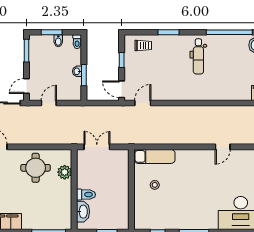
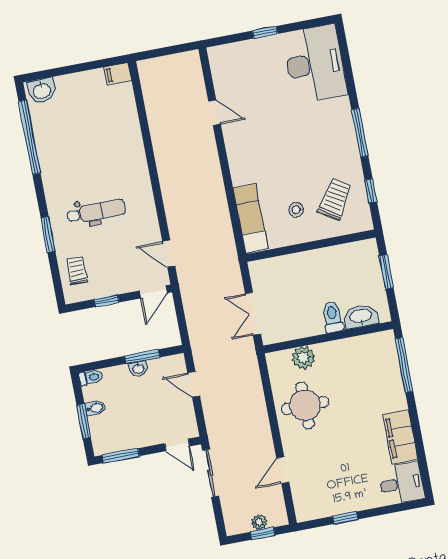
dental chair: (198, 56) -> (96, 212), moved
door: (49, 103) -> (194, 384), moved
trolley: (157, 210) -> (335, 199), added

